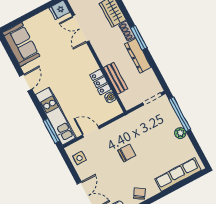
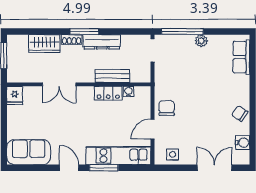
double door: (81, 29) -> (59, 84), moved
window: (51, 131) -> (104, 168), moved
chair: (127, 153) -> (167, 108), moved
row of seats: (178, 175) -> (241, 57), width x0.68

